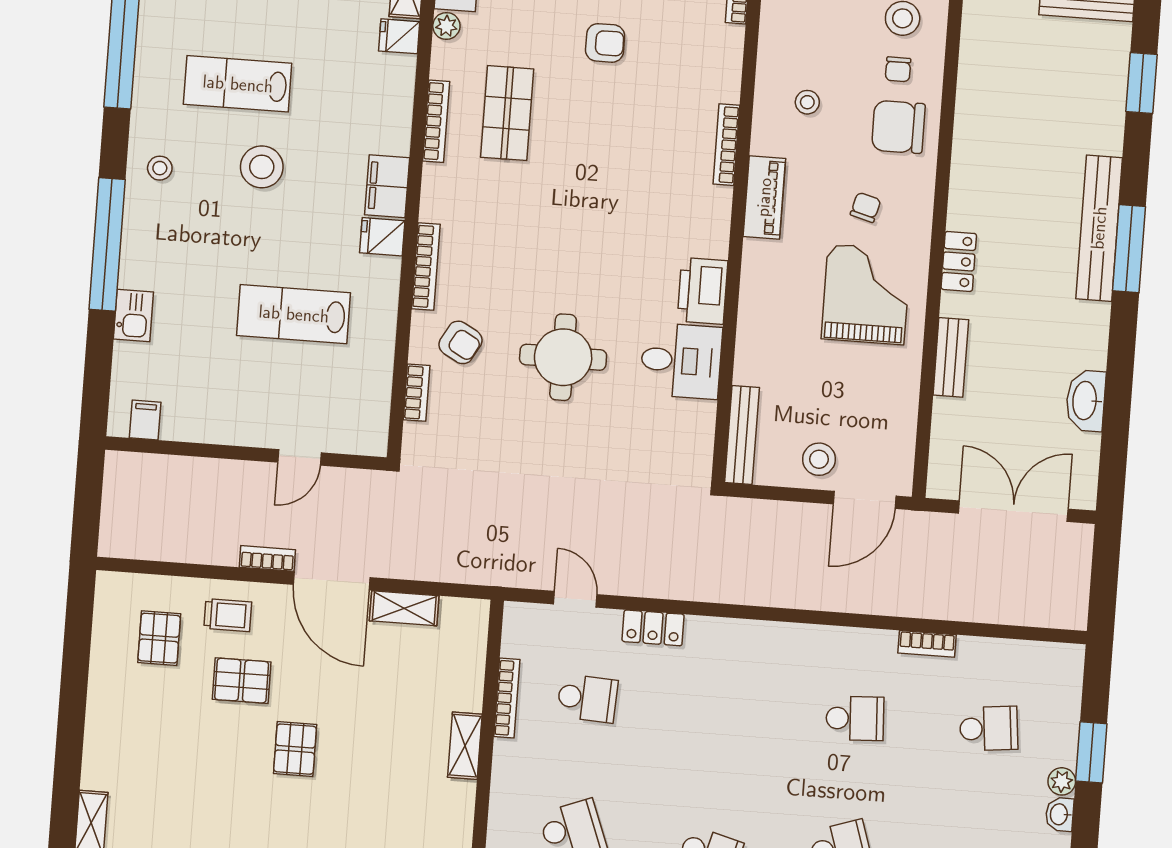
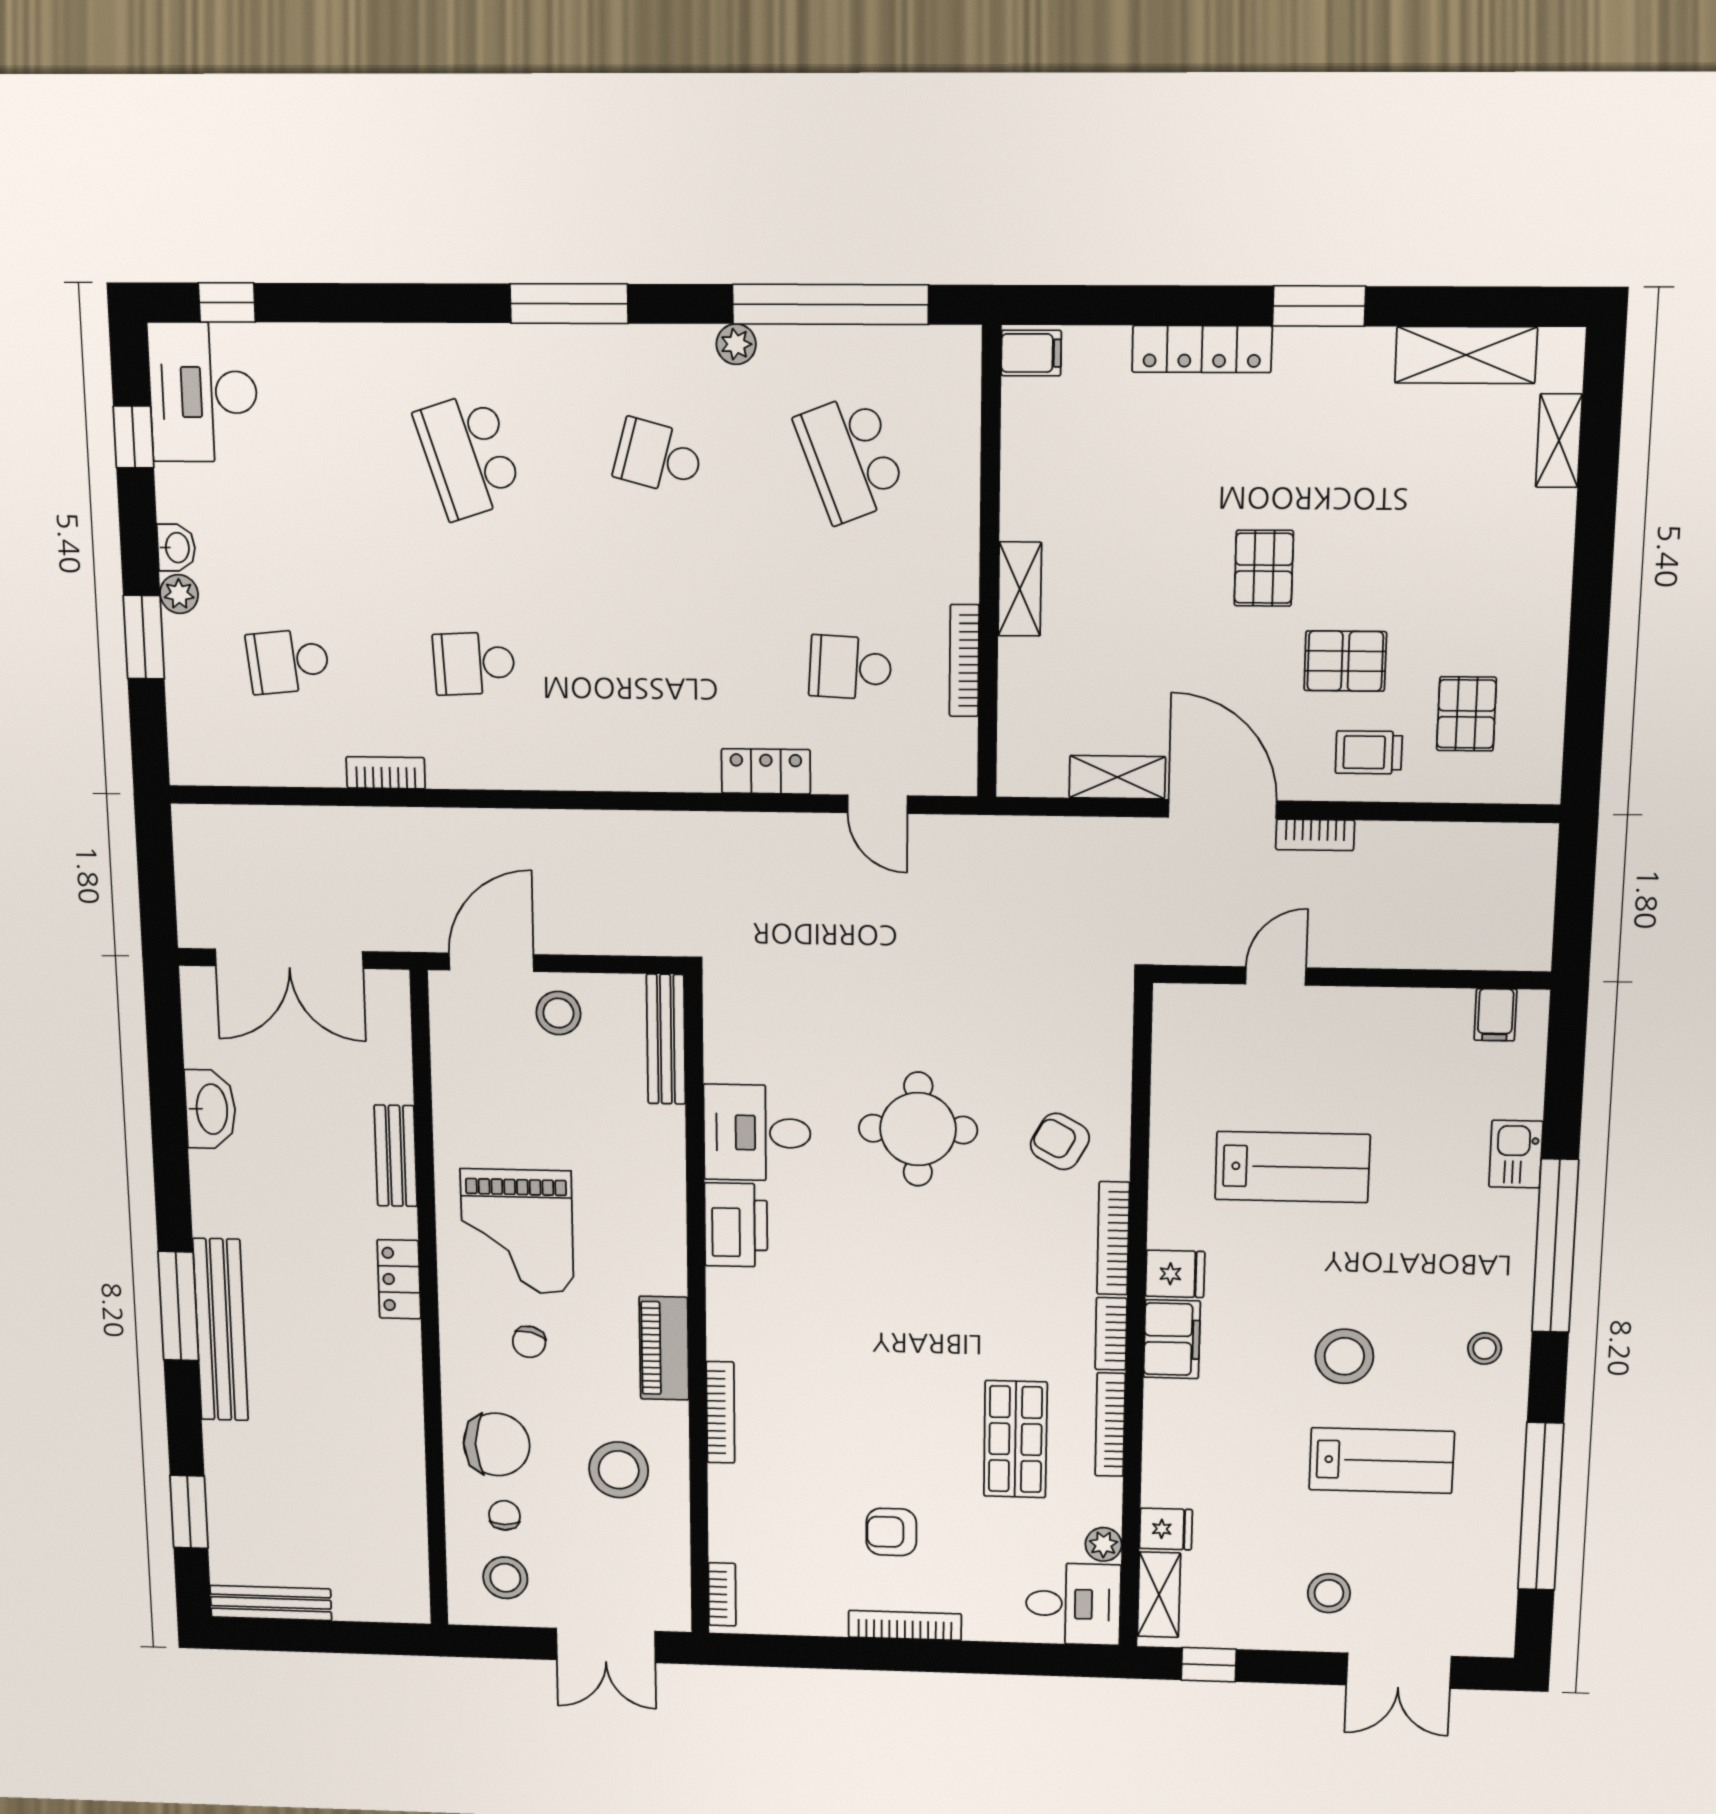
stool: (807, 102) -> (619, 1470), width x1.89, depth x1.89
bookcase: (417, 393) -> (1111, 1334), moved

